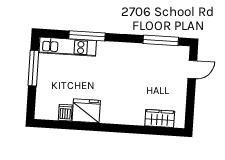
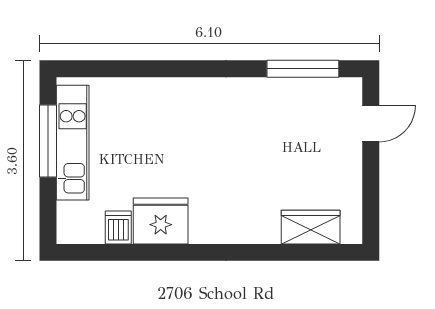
window: (87, 36) -> (153, 69), removed
kitchen unit: (68, 47) -> (73, 143), moved, turned -90

